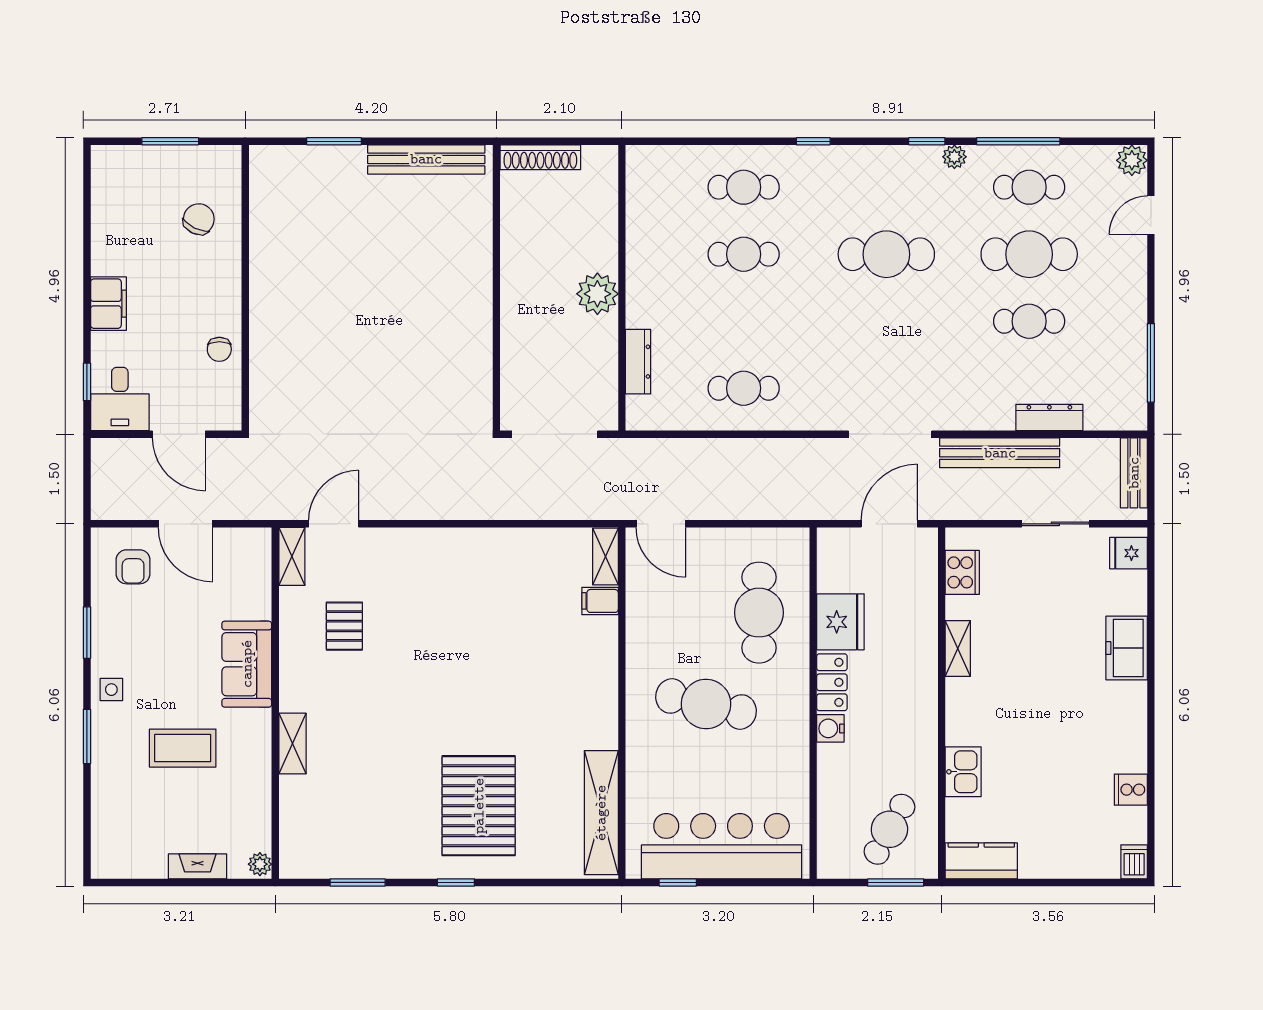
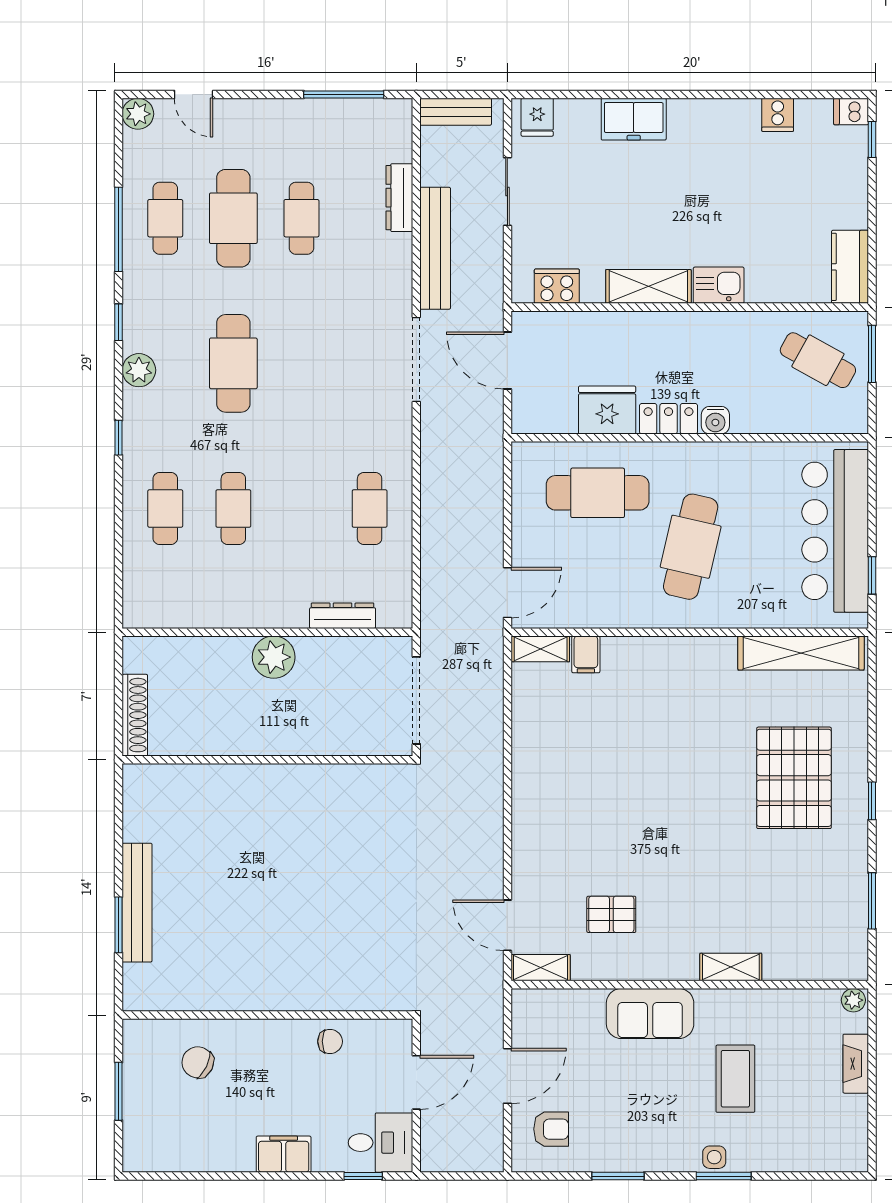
plant: (954, 157) -> (139, 370), moved, width x1.38, depth x1.38
bench: (426, 159) -> (137, 903), moved
shelving: (958, 649) -> (648, 286), width x1.50, depth x1.33
side table: (111, 690) -> (714, 1157), moved
kitchen sink: (963, 772) -> (719, 285), moved
pallet: (479, 806) -> (794, 778), turned 90
window: (1107, 882) -> (872, 139), added

